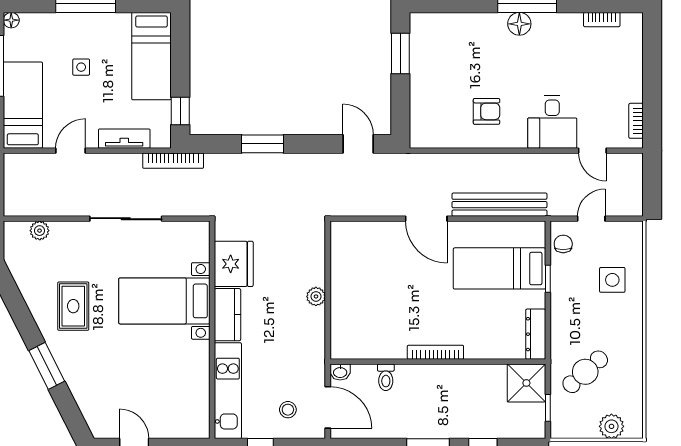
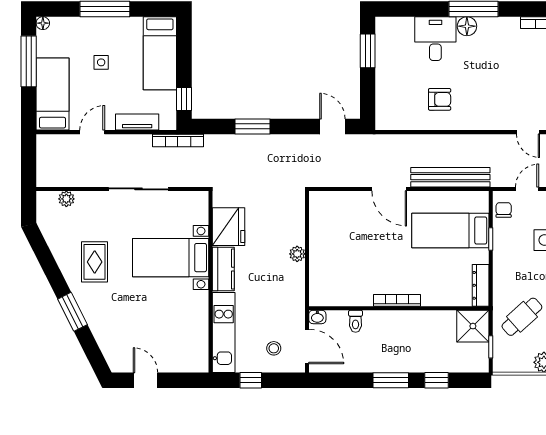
desk: (552, 122) -> (435, 39), moved, turned 180

